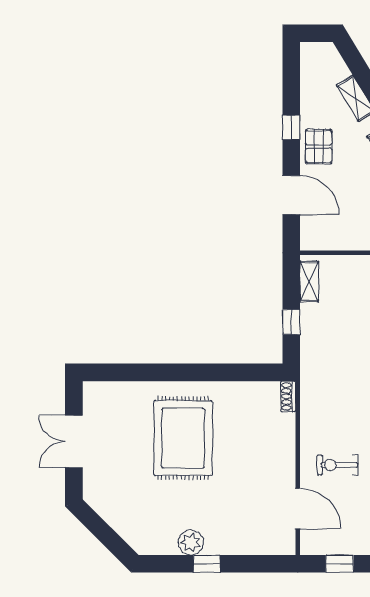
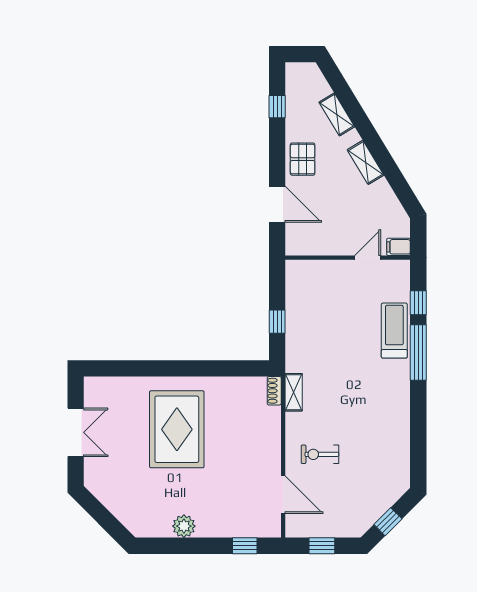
window: (291, 127) -> (277, 107), moved
shelving: (309, 282) -> (294, 392), moved
double door: (74, 441) -> (76, 432), swing flipped
window: (207, 564) -> (245, 546), moved

